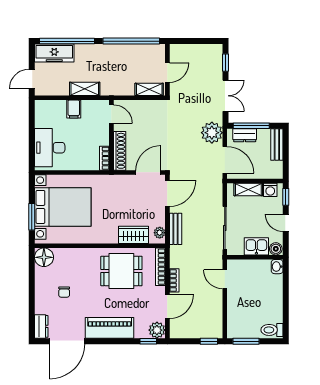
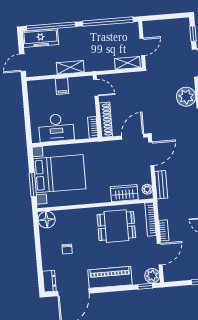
desk: (50, 148) -> (56, 128), moved, turned -90

